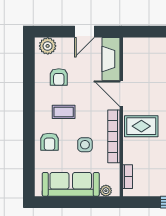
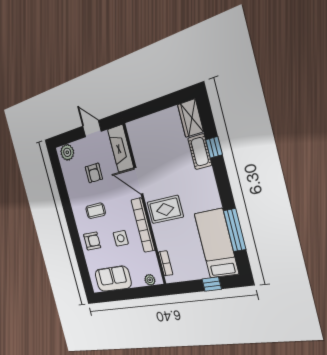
door: (85, 32) -> (92, 129), swing flipped
armchair: (59, 77) -> (94, 173), moved
armchair: (49, 142) -> (92, 241), turned -90
sofa: (71, 184) -> (113, 279), width x0.73

